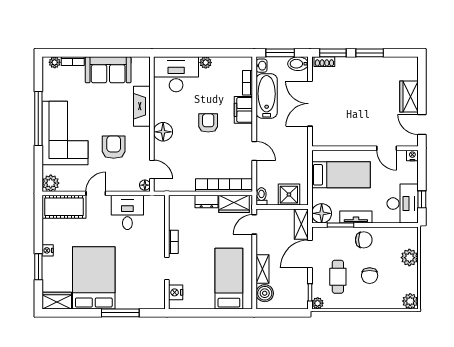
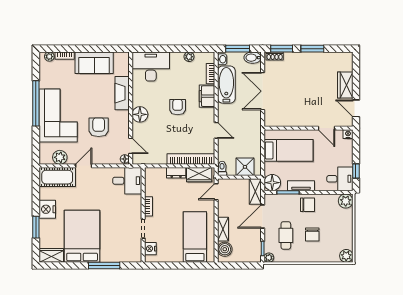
plant: (206, 63) -> (189, 57), moved
plant: (51, 183) -> (60, 157), moved
desk: (403, 204) -> (340, 179), width x0.73
desk: (127, 212) -> (127, 181), moved, turned 90
nightstand: (48, 250) -> (47, 209), width x1.89, depth x1.79
plant: (409, 258) -> (346, 201), moved

